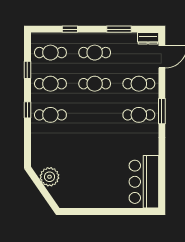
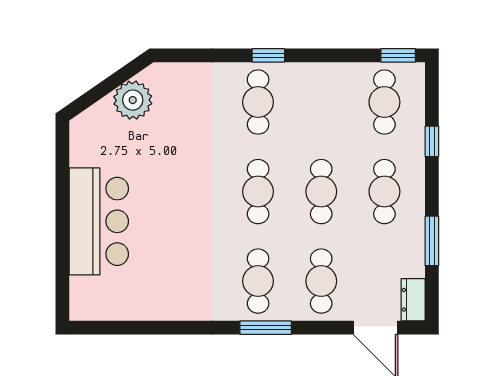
window: (27, 70) -> (398, 55), moved
cafe table: (50, 84) -> (258, 192), moved
bar counter: (144, 182) -> (99, 221), moved, turned 90

